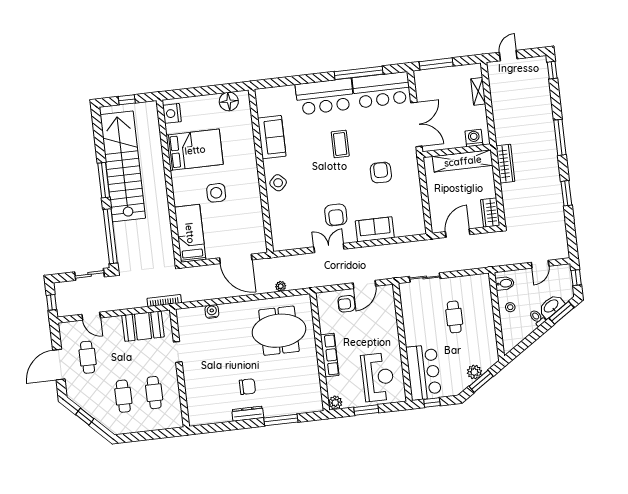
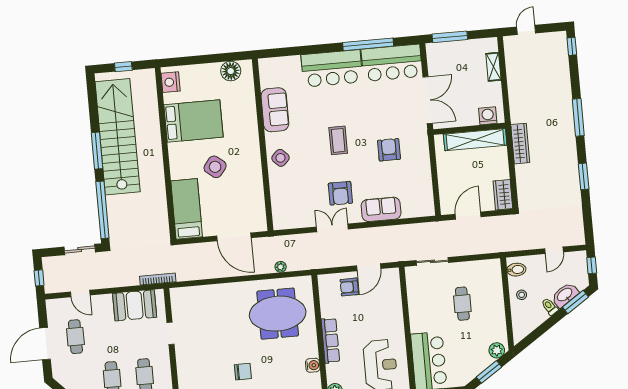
coffee table: (340, 144) -> (338, 140), moved
side table: (216, 193) -> (215, 167), turned 38
water cooler: (212, 311) -> (313, 365), moved, turned 90
plant: (474, 372) -> (497, 350), moved

